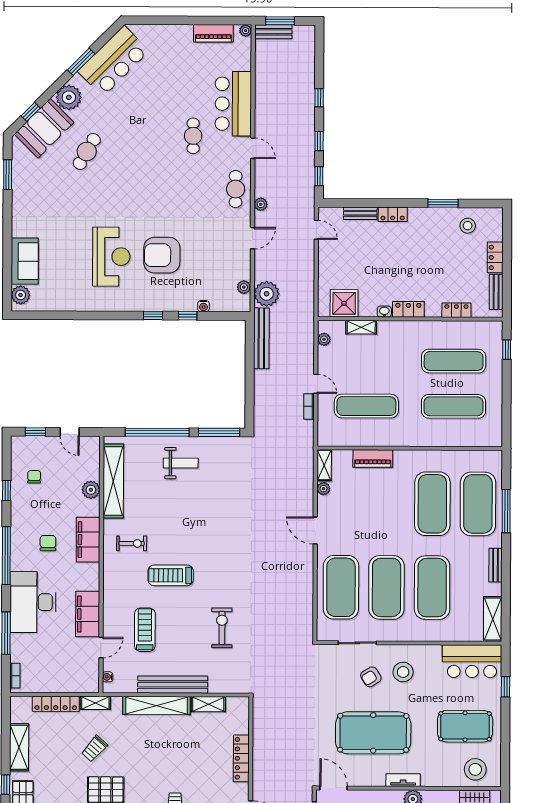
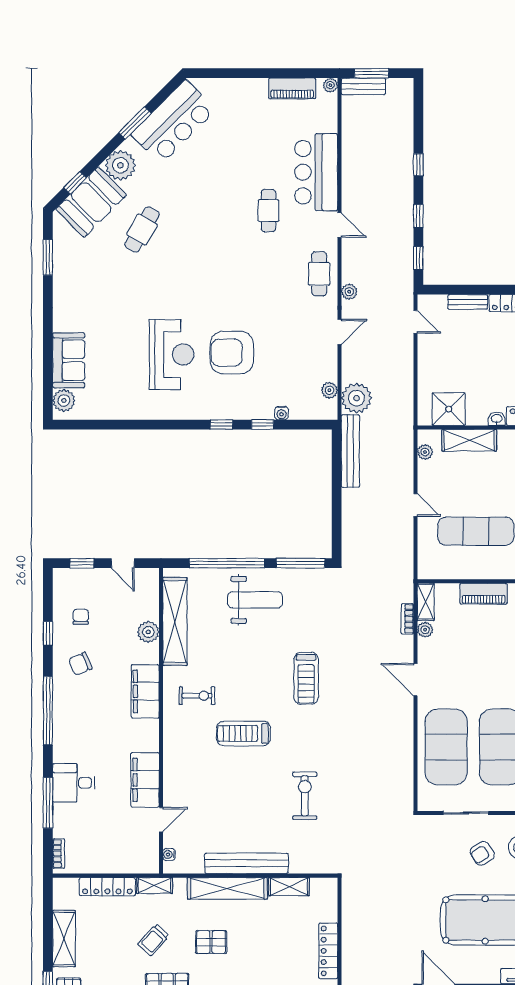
shelving: (361, 327) -> (469, 440), width x1.50, depth x1.33
bookcase: (309, 406) -> (407, 619), moved
weight bench: (181, 463) -> (255, 600), width x1.36, depth x1.33
chair: (48, 543) -> (80, 664), moved, turned -113
desk: (33, 602) -> (74, 783), width x0.53, depth x0.77
treadmill: (145, 630) -> (306, 678), moved, turned 180
pallet: (143, 751) -> (211, 942), added

